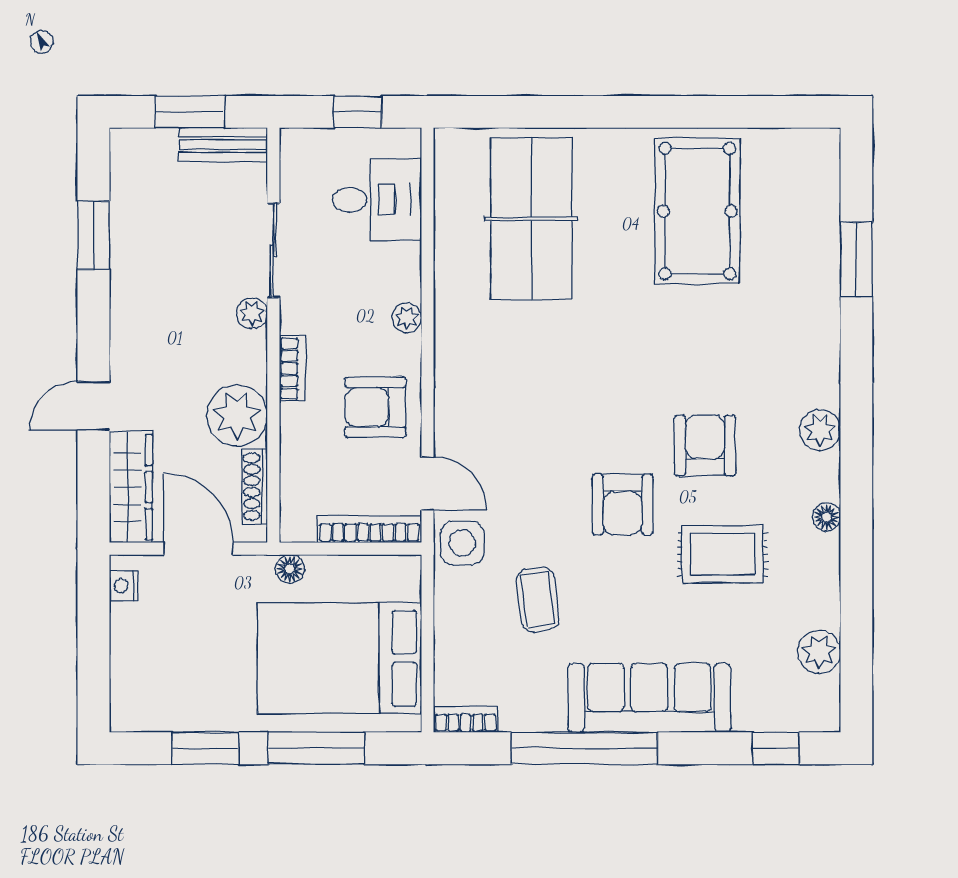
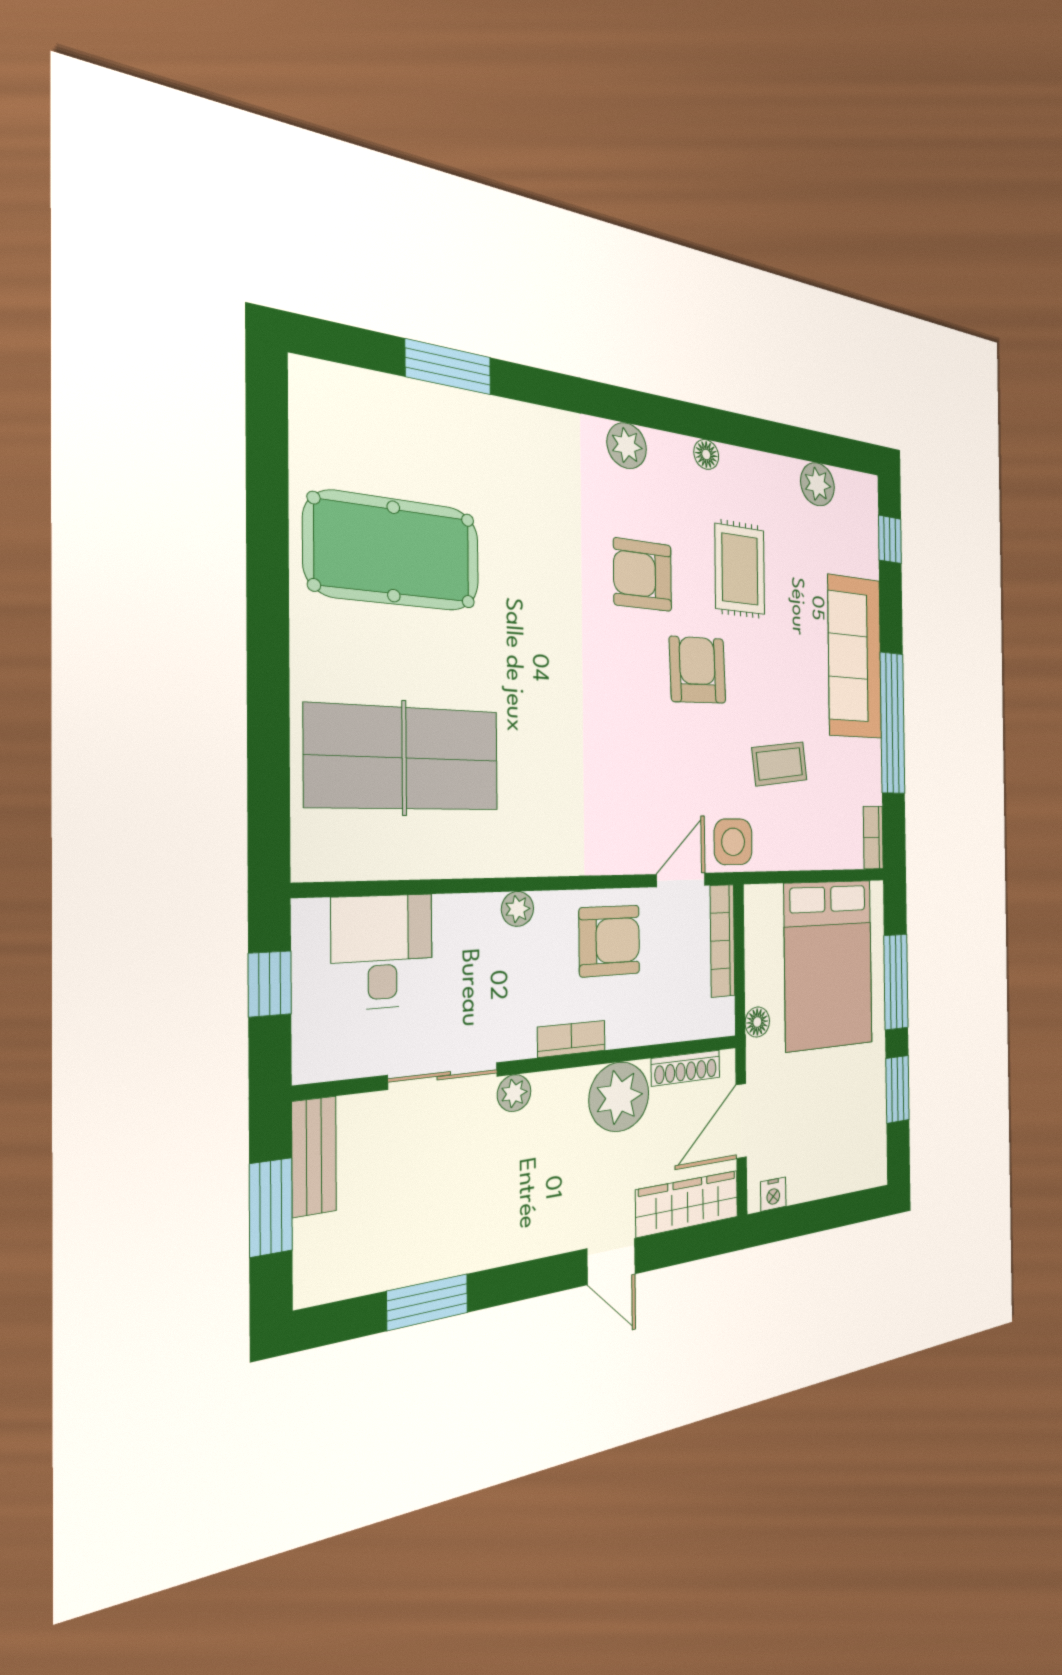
armchair: (375, 407) -> (610, 941), turned -90
armchair: (623, 504) -> (698, 670), turned -92

